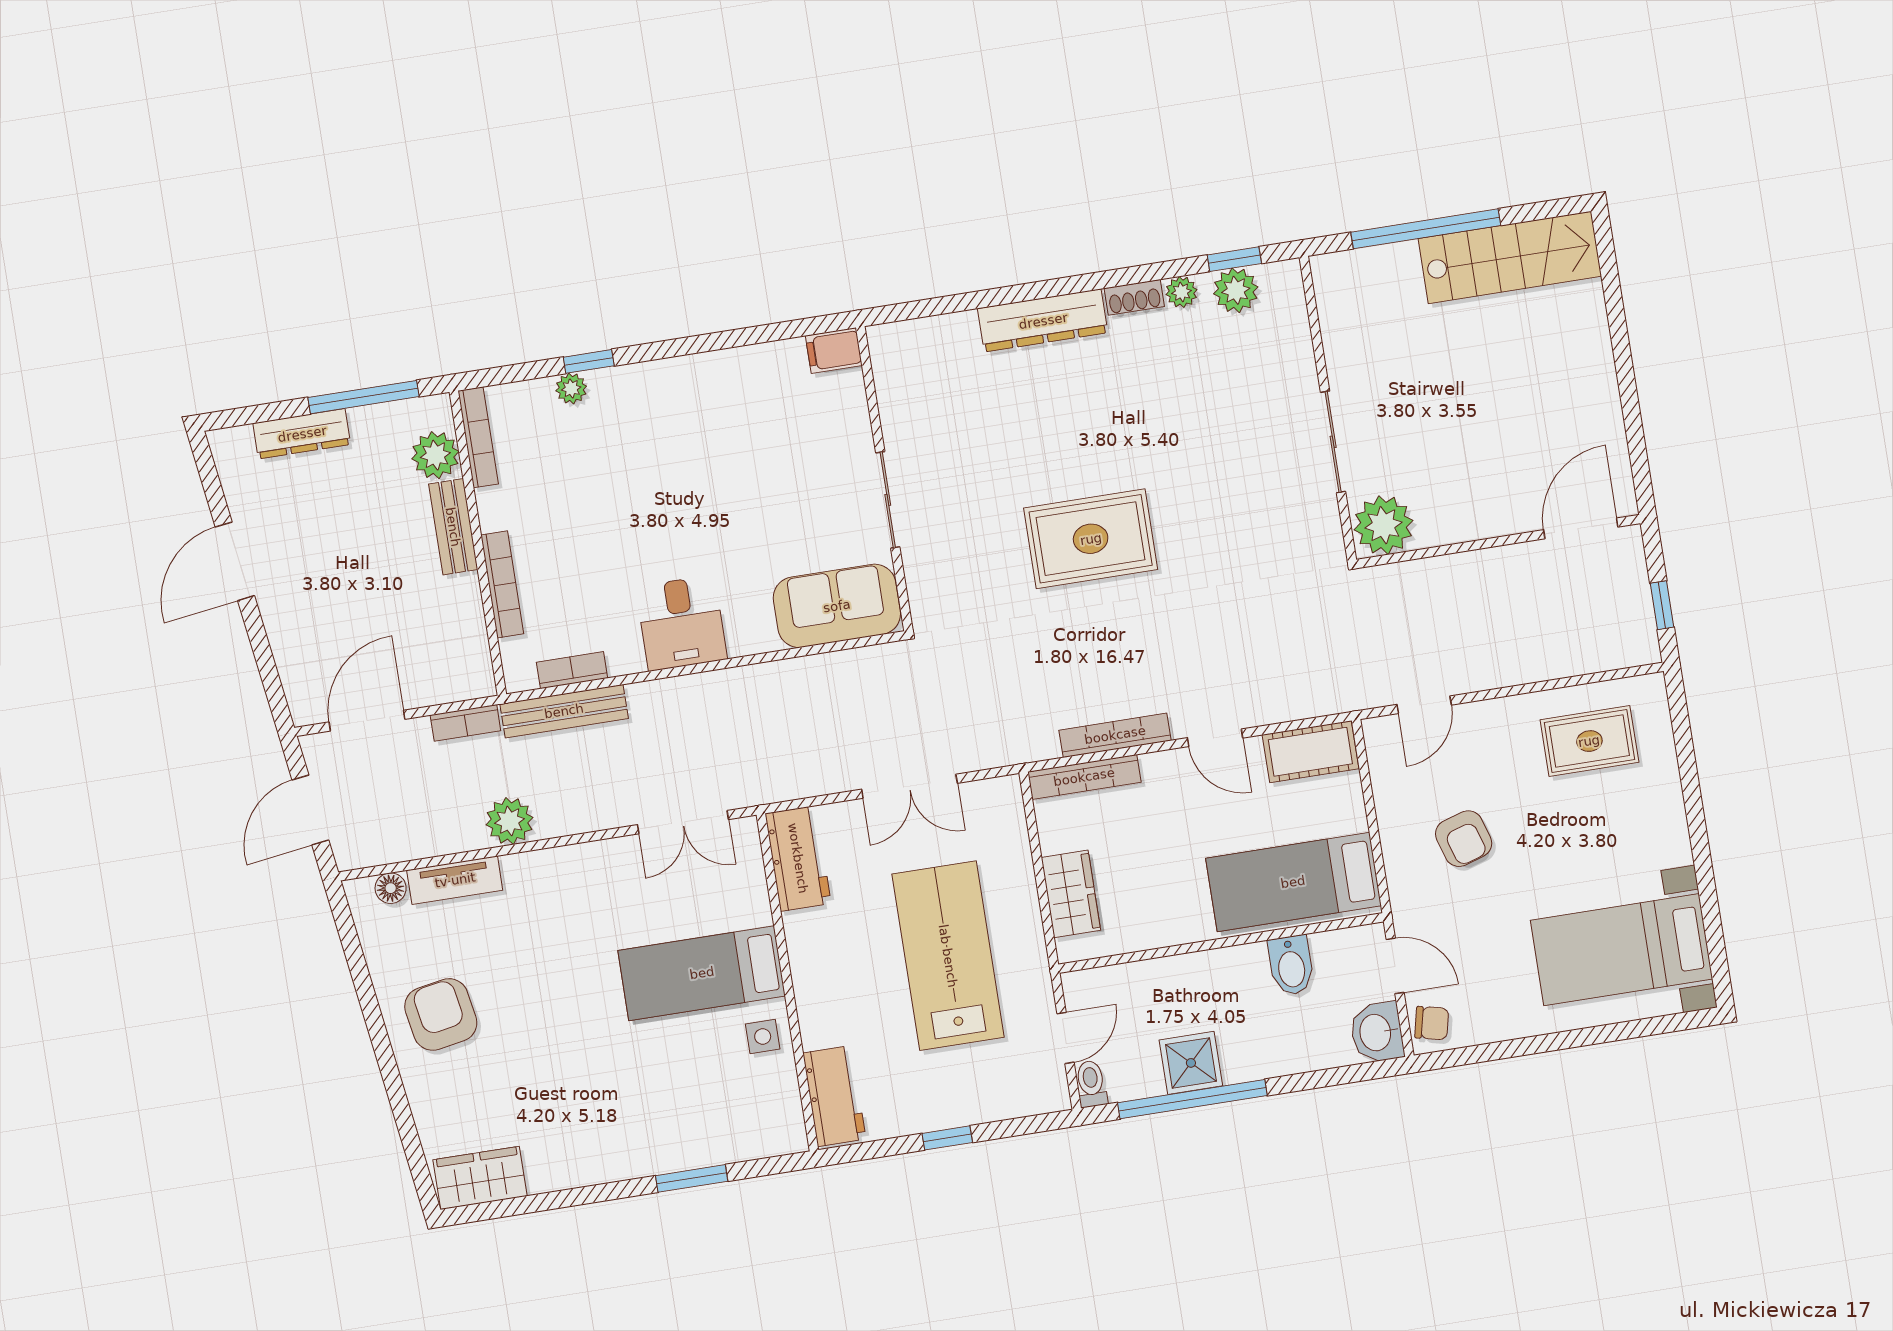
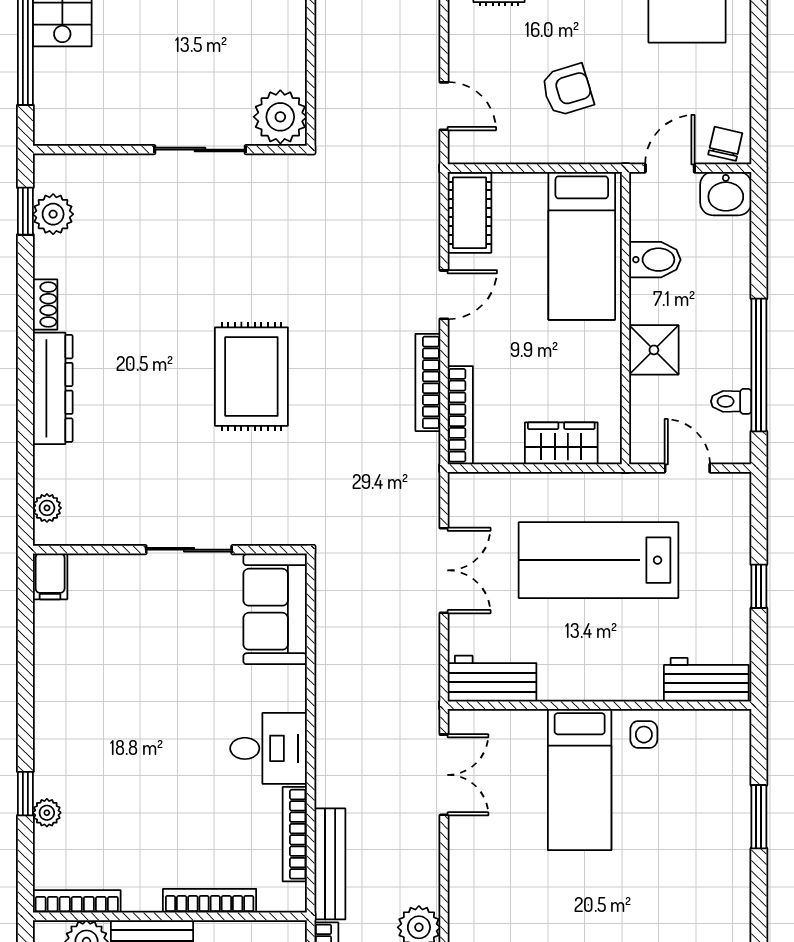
plant: (1182, 292) -> (47, 508), moved
bookcase: (572, 670) -> (295, 834), width x1.56
shower: (1191, 1063) -> (654, 350), moved
toilet: (1091, 1084) -> (731, 401), moved

